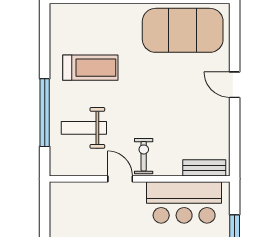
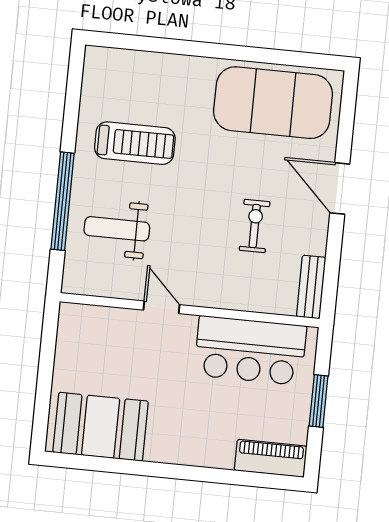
door: (235, 85) -> (340, 188), width x1.38
exercise bike: (144, 156) -> (255, 226), moved
bench: (204, 168) -> (311, 287), moved, turned 90

